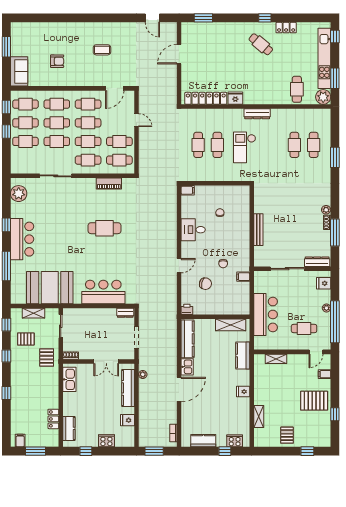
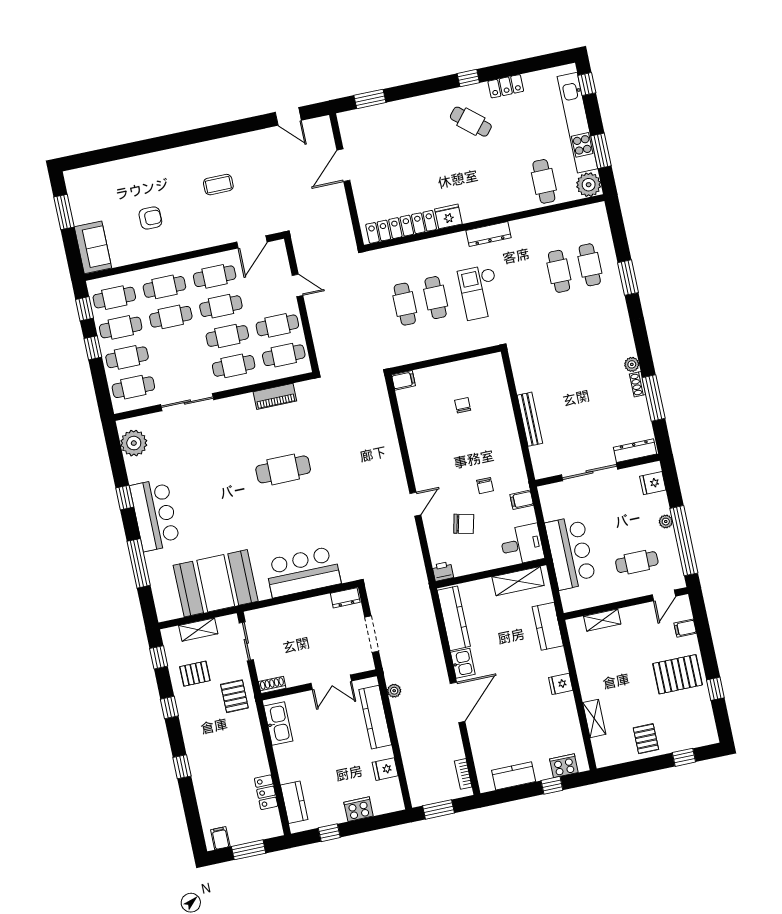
cafe table: (57, 141) -> (133, 387), moved
desk: (193, 230) -> (522, 545), moved, turned 180

